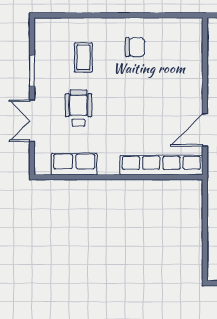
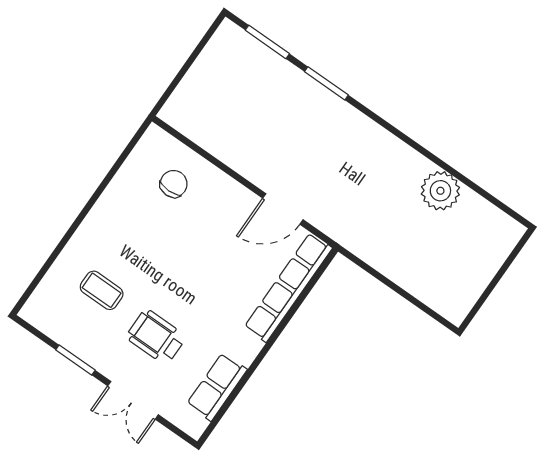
chair: (135, 47) -> (174, 184), moved
door: (205, 130) -> (283, 209), hinge flipped

